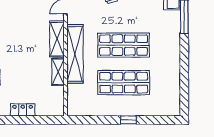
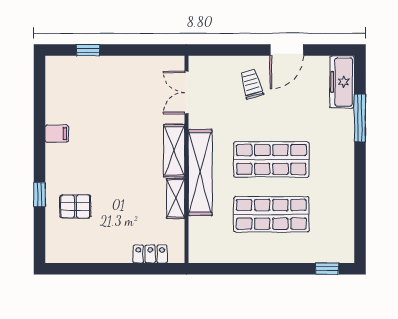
locker: (23, 110) -> (150, 254), moved
window: (128, 120) -> (327, 269), moved

